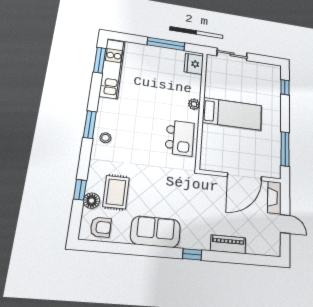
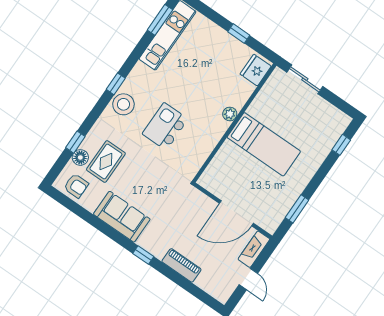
window: (166, 44) -> (239, 34), width x0.46
window: (90, 125) -> (116, 84), width x0.67
stool: (105, 138) -> (123, 104), width x1.89, depth x1.89
kitchen island: (180, 138) -> (165, 126), moved, turned 180
window: (285, 149) -> (297, 209), width x0.69

